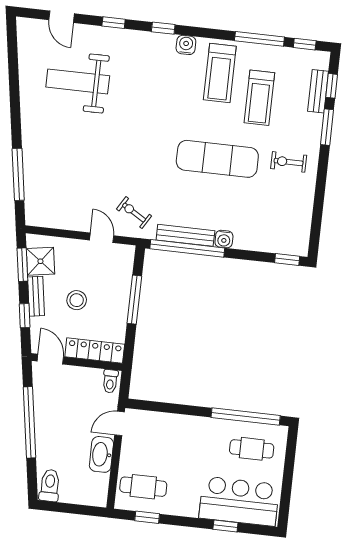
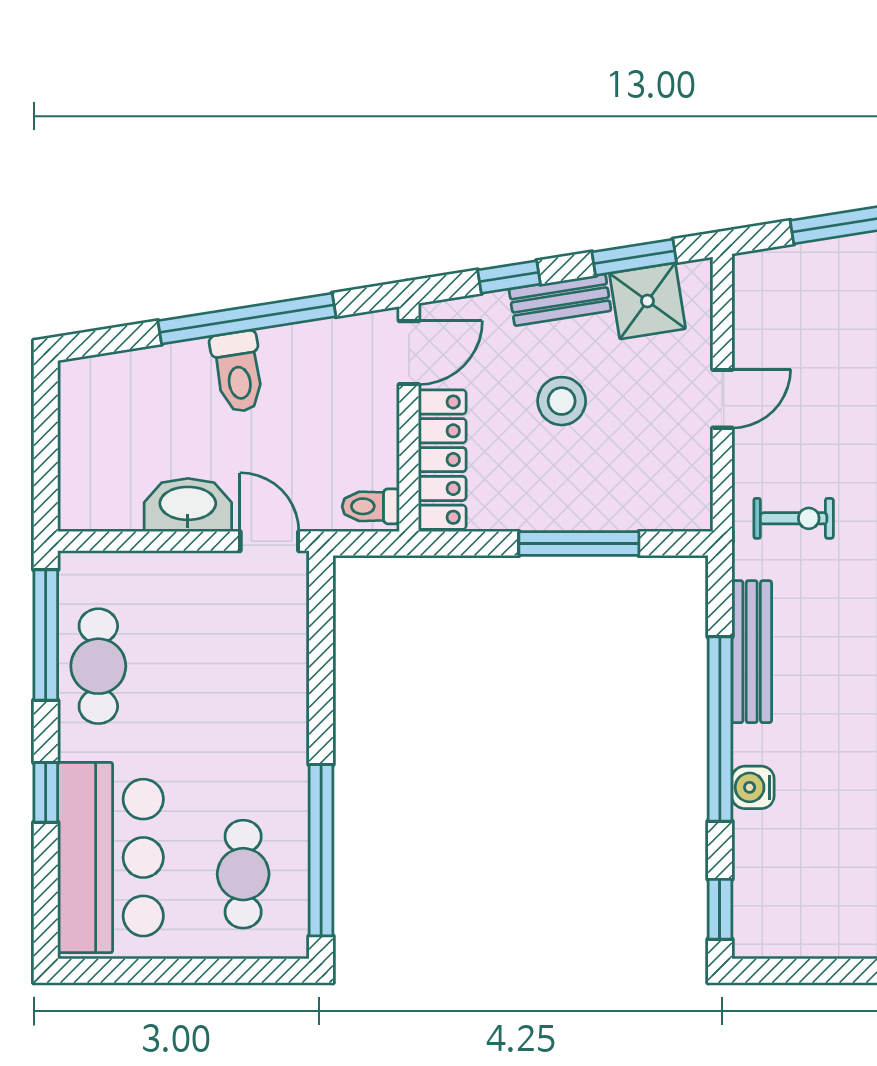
exercise bike: (134, 213) -> (794, 518), turned 59
door: (102, 238) -> (722, 399), moved
water cooler: (224, 239) -> (753, 787), moved
window: (187, 248) -> (720, 729), moved
toilet: (50, 485) -> (238, 372), moved, turned 81
cafe table: (143, 487) -> (98, 666), moved
window: (147, 517) -> (46, 635), width x2.17
window: (225, 526) -> (46, 792), moved

